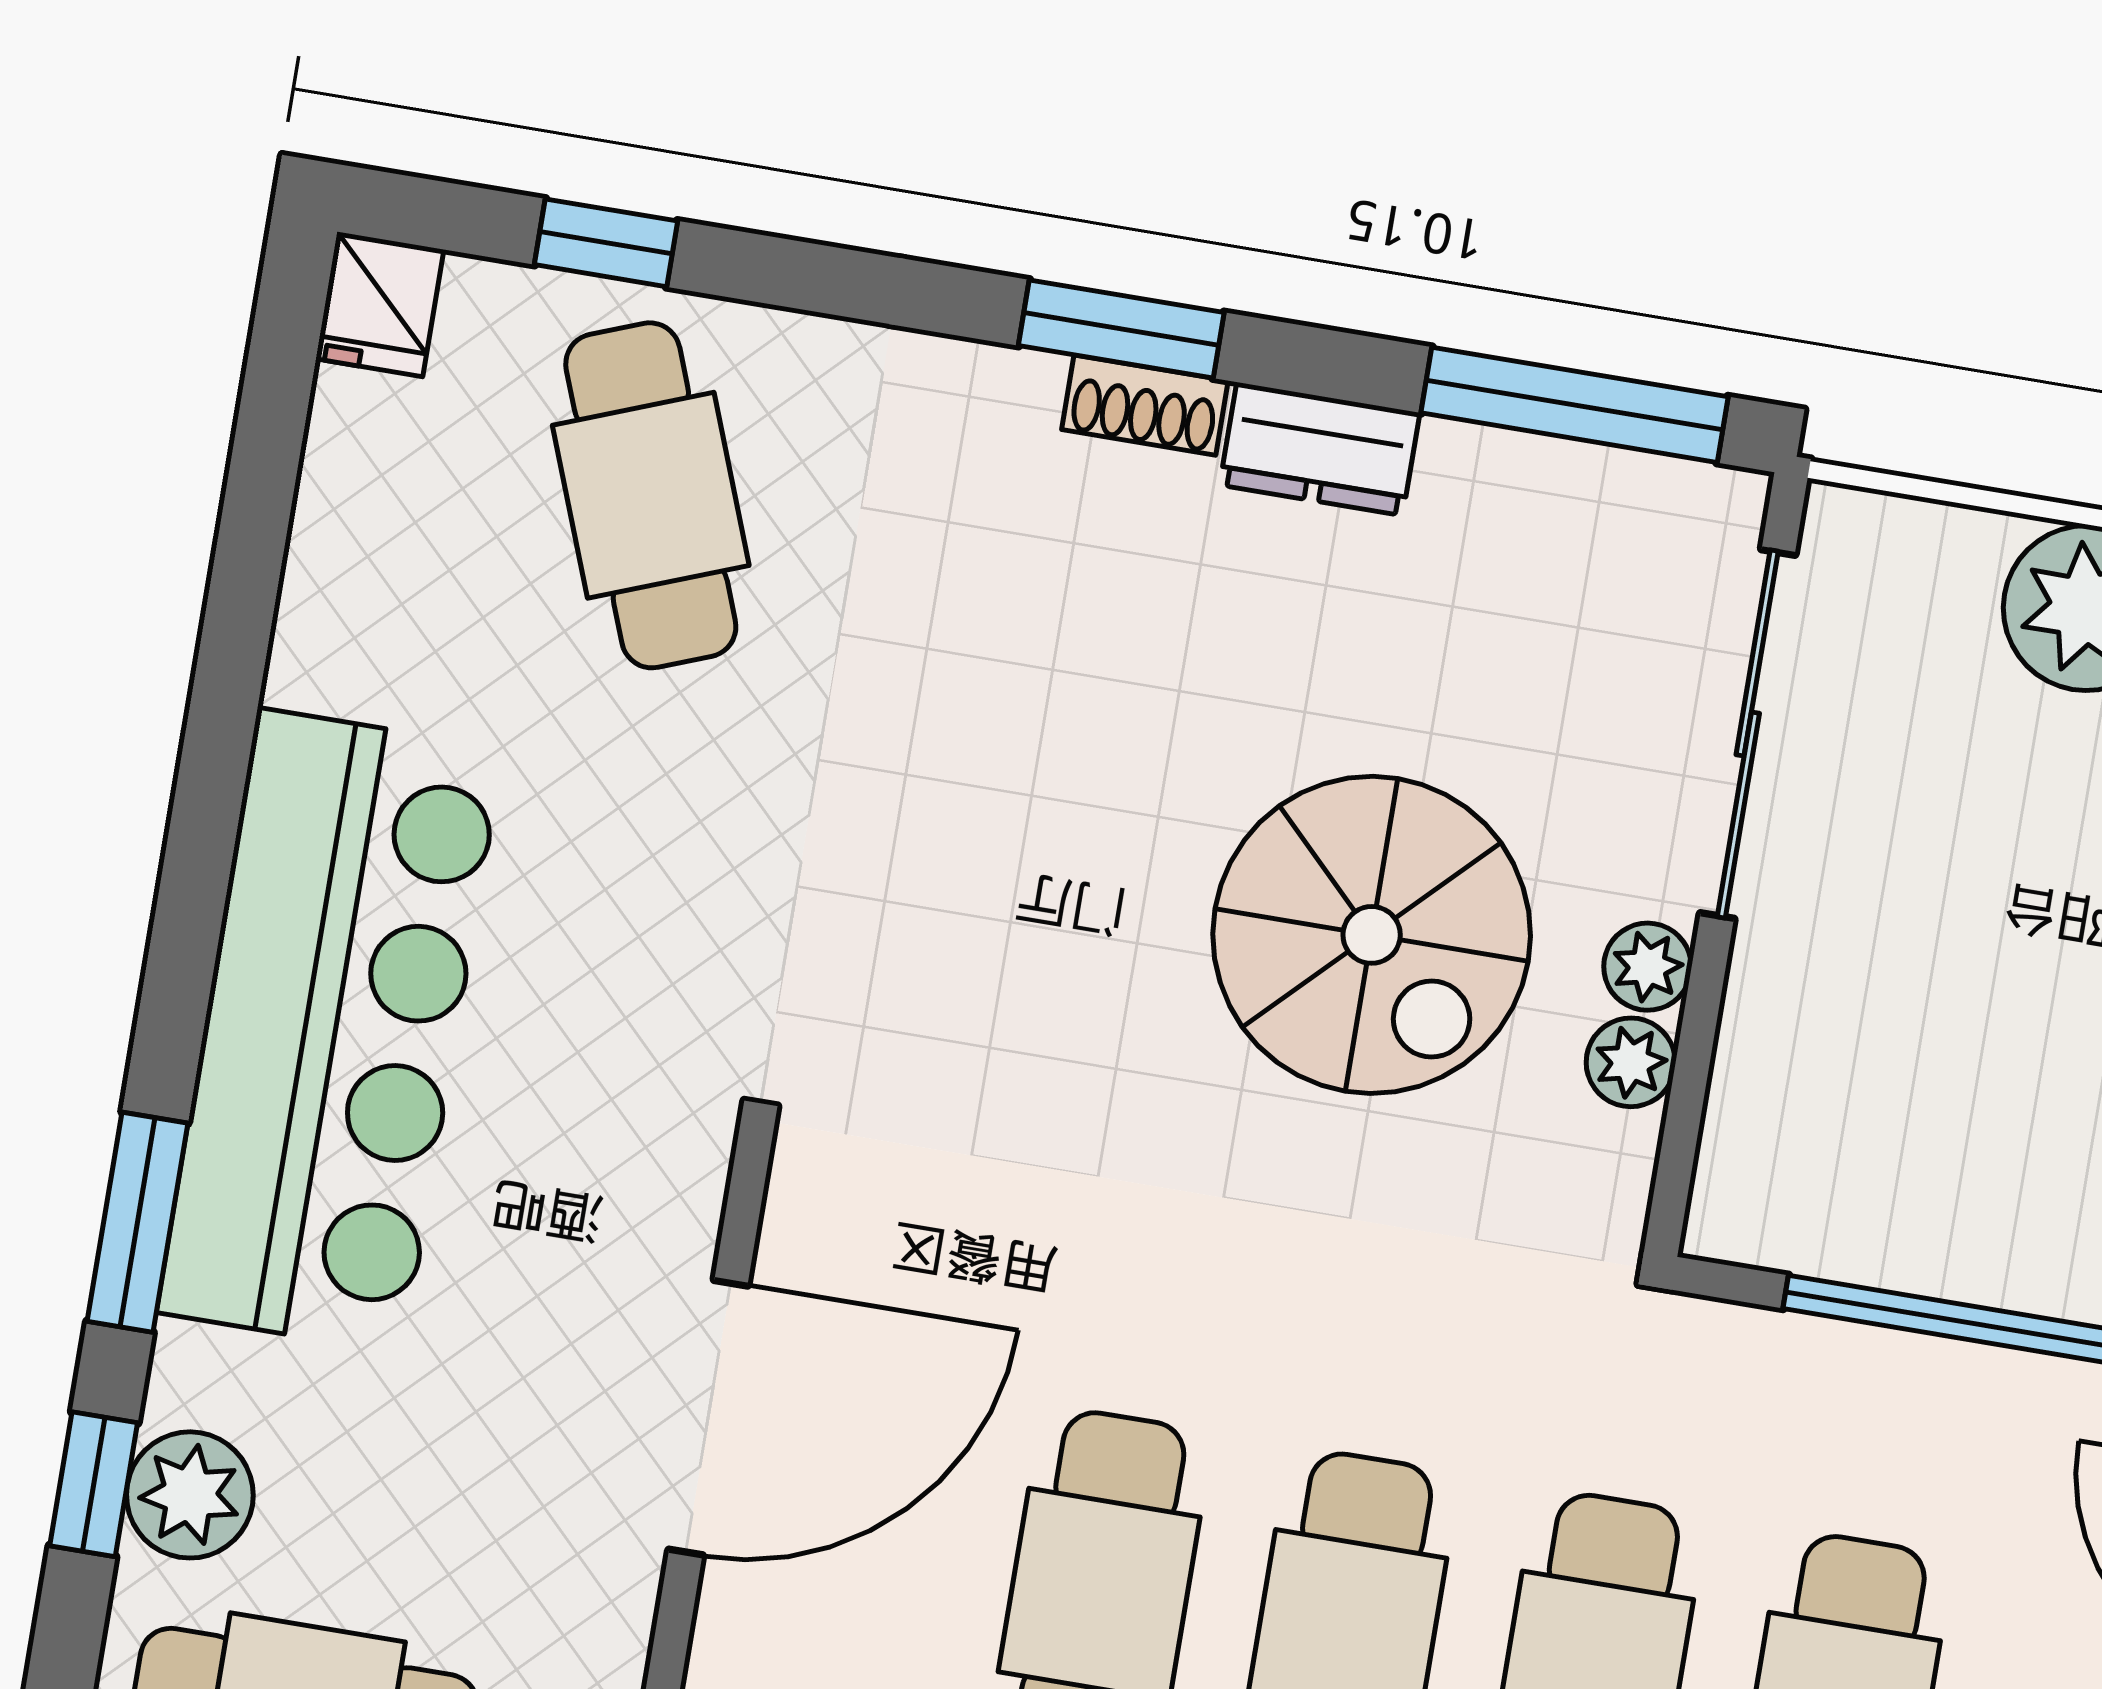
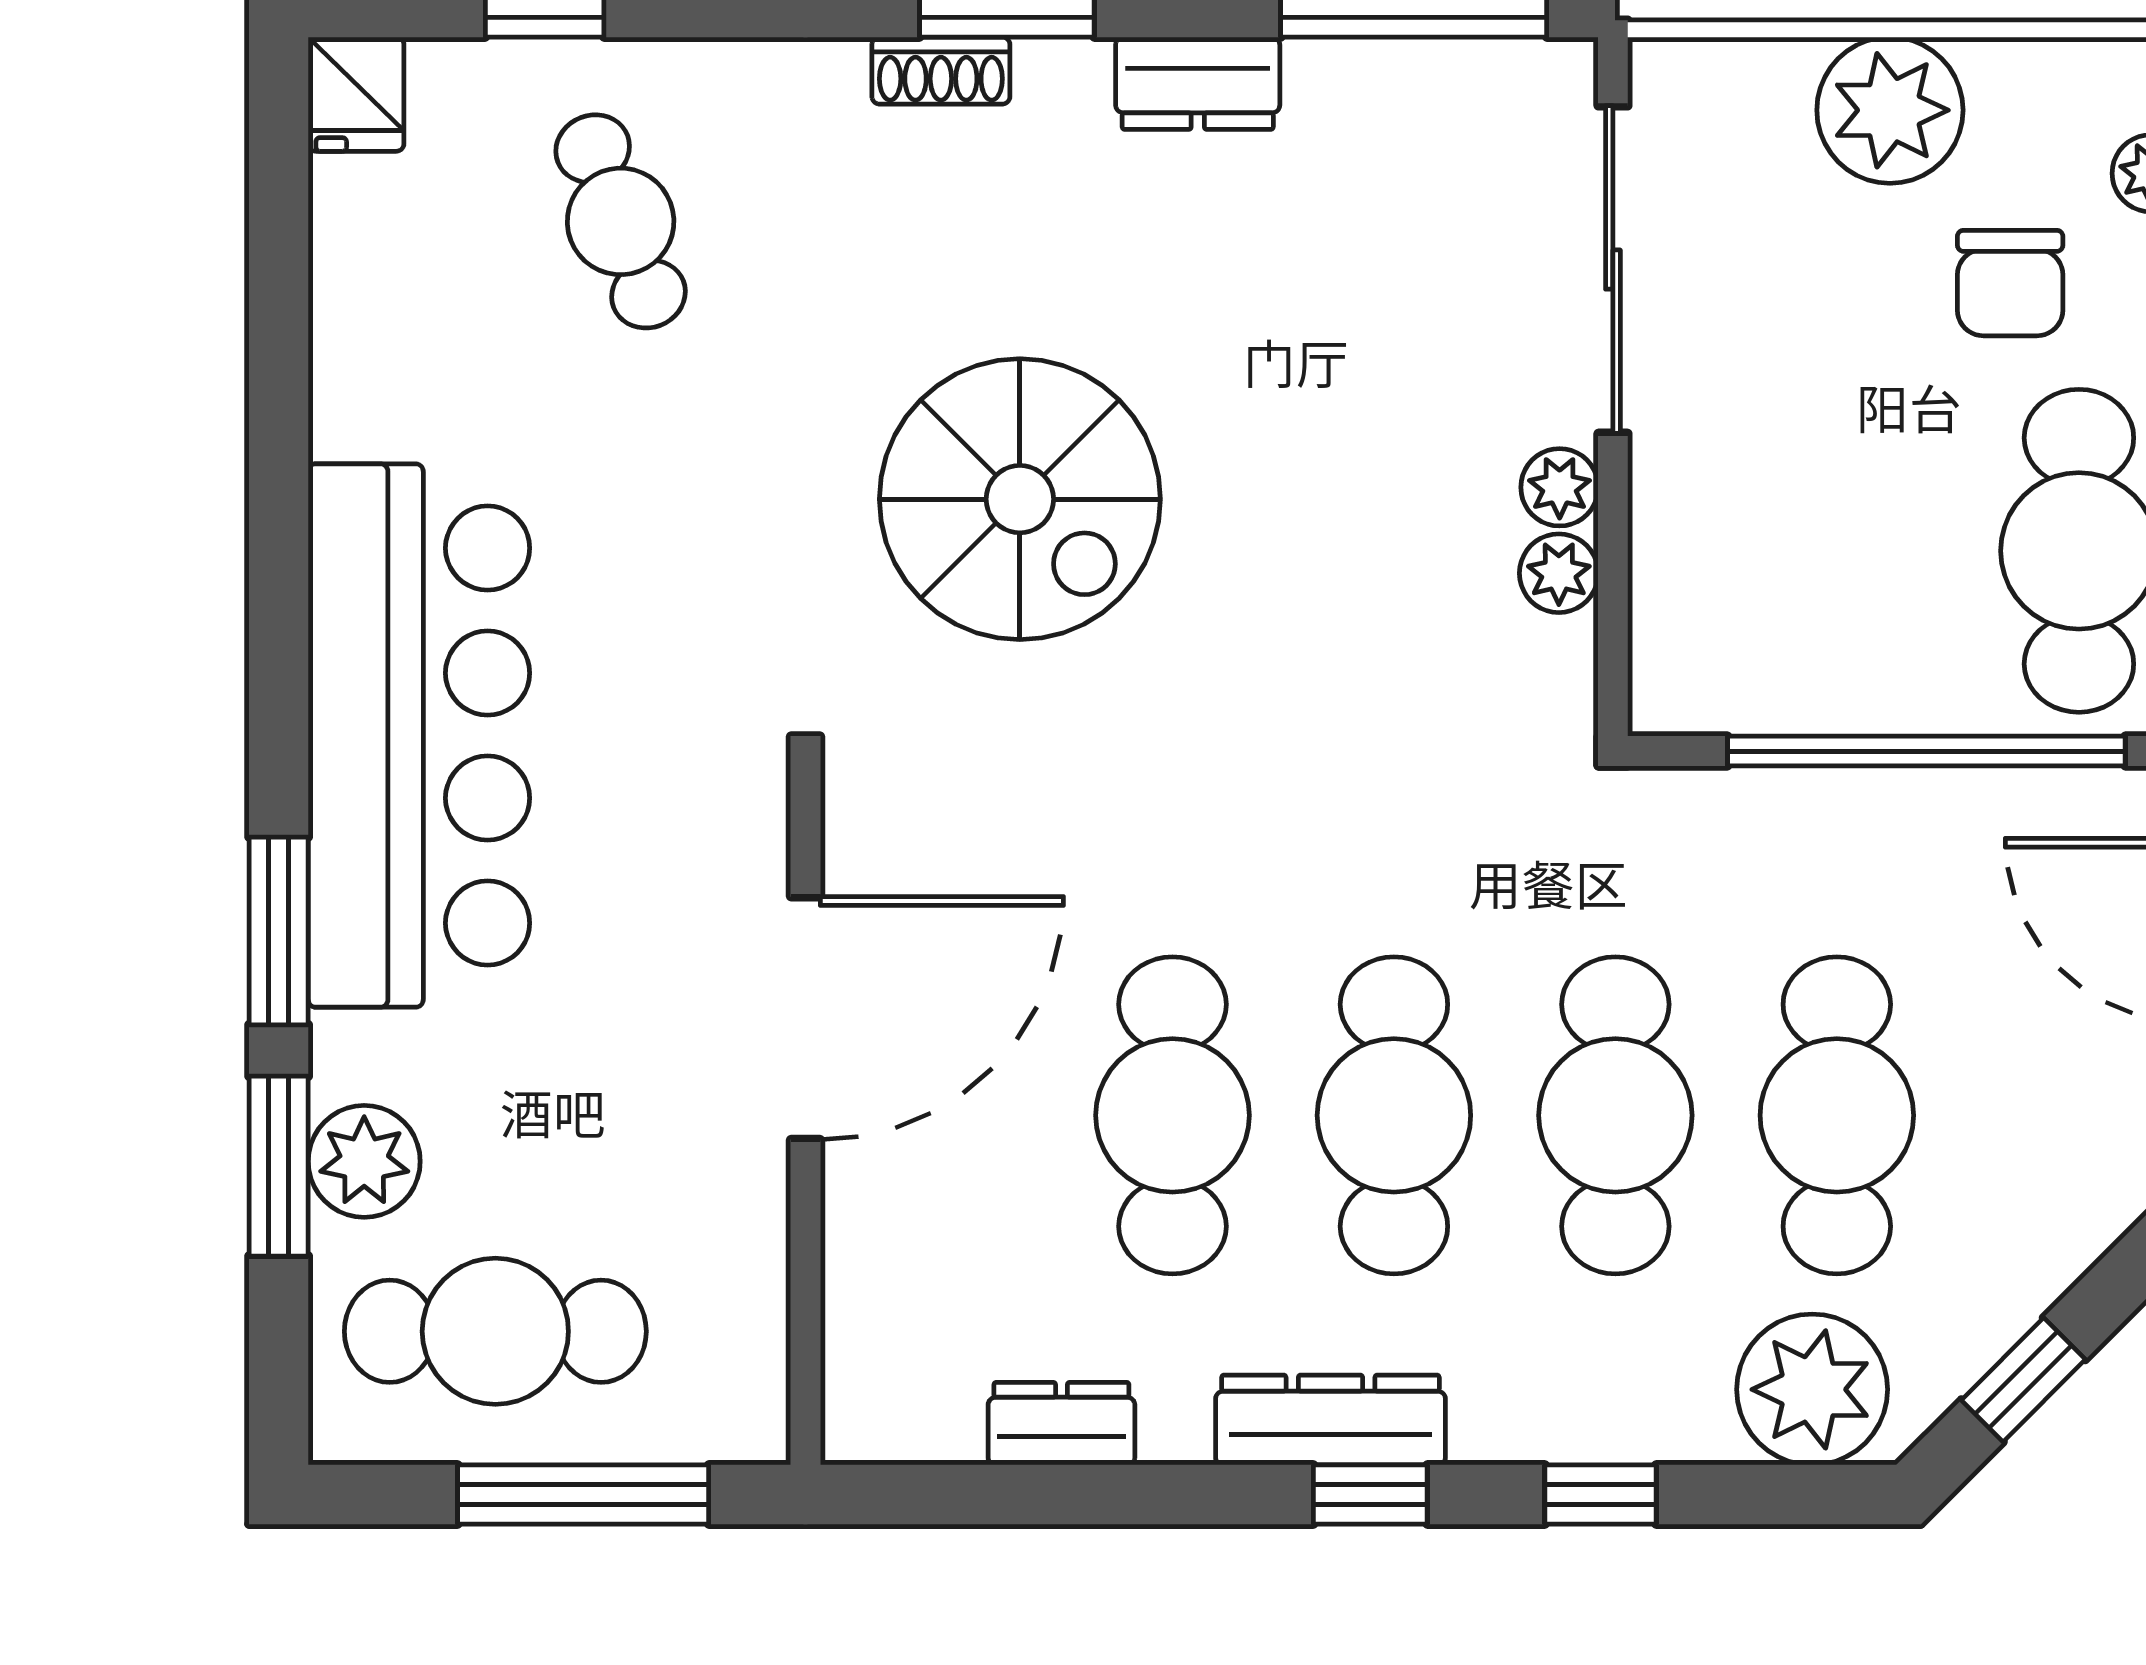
shoe rack: (1145, 405) -> (941, 71), moved
cafe table: (651, 495) -> (621, 221), width x0.73, depth x0.74
spiral stairs: (1372, 935) -> (1020, 499), moved
window: (94, 1484) -> (279, 1166), width x1.50

